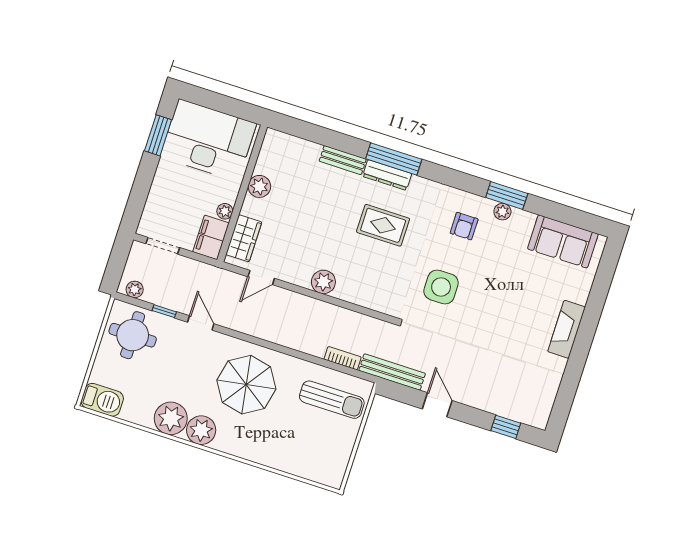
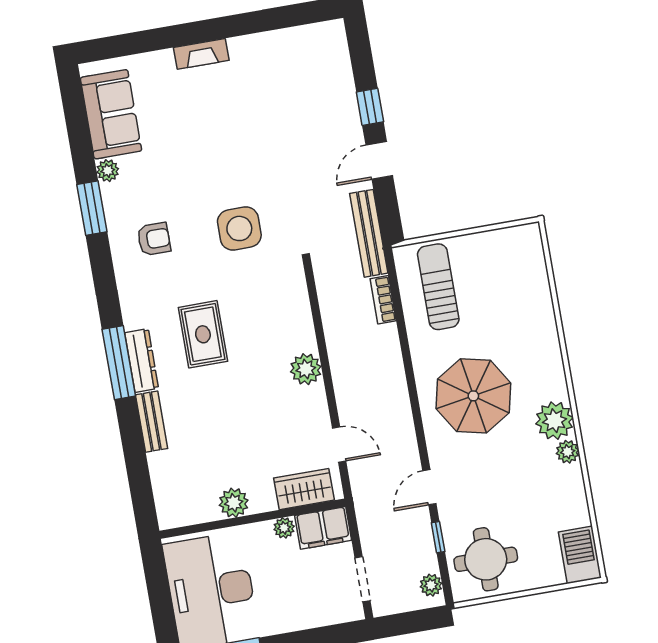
plant: (502, 212) -> (108, 171), moved
fireplace: (567, 329) -> (201, 54), width x0.73, depth x0.76
plant: (171, 418) -> (568, 452), width x0.53, depth x0.53
window: (506, 427) -> (370, 107), moved

